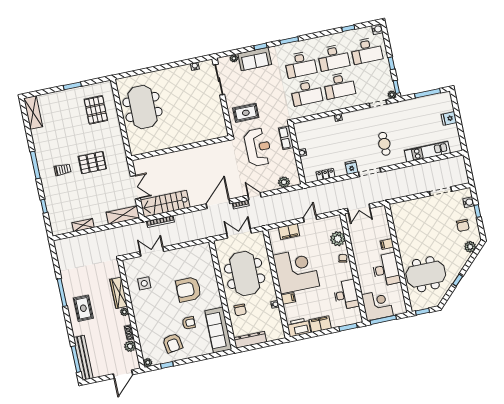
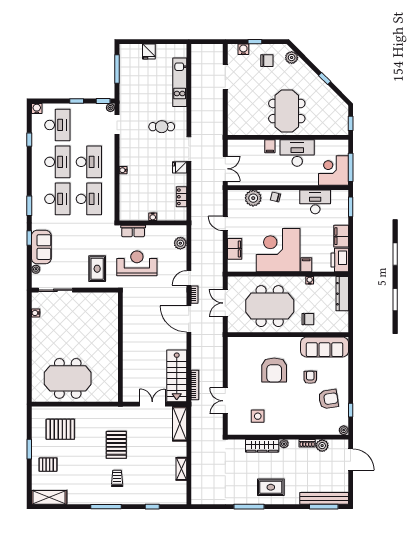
pallet: (62, 105) -> (48, 465), added
meeting table: (426, 274) -> (287, 111), moved
dresser: (250, 340) -> (342, 294), moved

